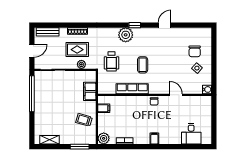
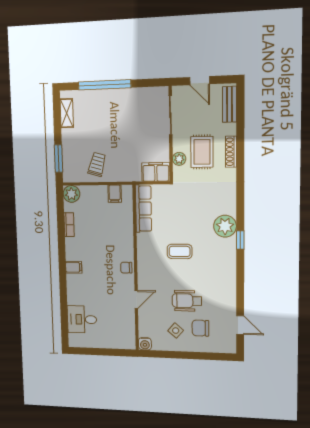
door: (165, 25) -> (240, 325), moved
wheelchair: (112, 61) -> (187, 301), moved
row of seats: (132, 89) -> (143, 209), moved
filing cabinet: (90, 91) -> (156, 172), moved
window: (32, 94) -> (104, 85), moved

